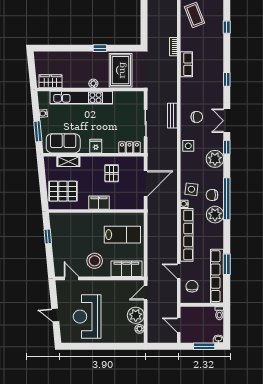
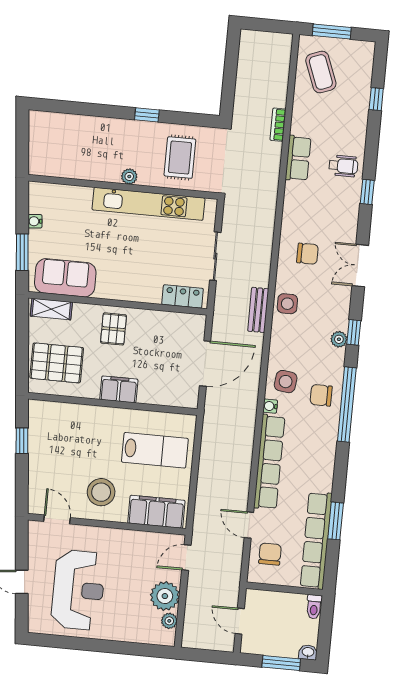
wheelchair: (212, 66) -> (343, 166), added
rug: (121, 70) -> (180, 158), width x0.73, depth x0.70
wardrobe: (51, 81) -> (54, 165), removed
kitchen unit: (81, 98) -> (148, 204), moved
bench: (172, 116) -> (258, 310), moved
fridge: (96, 146) -> (123, 288), removed
window: (227, 147) -> (354, 332), moved
plant: (215, 159) -> (339, 339), width x0.53, depth x0.53
shelving: (68, 161) -> (51, 309), moved
pallet: (112, 173) -> (114, 329), moved
plant: (215, 215) -> (323, 431), removed
reception desk: (87, 317) -> (78, 590), turned 180

